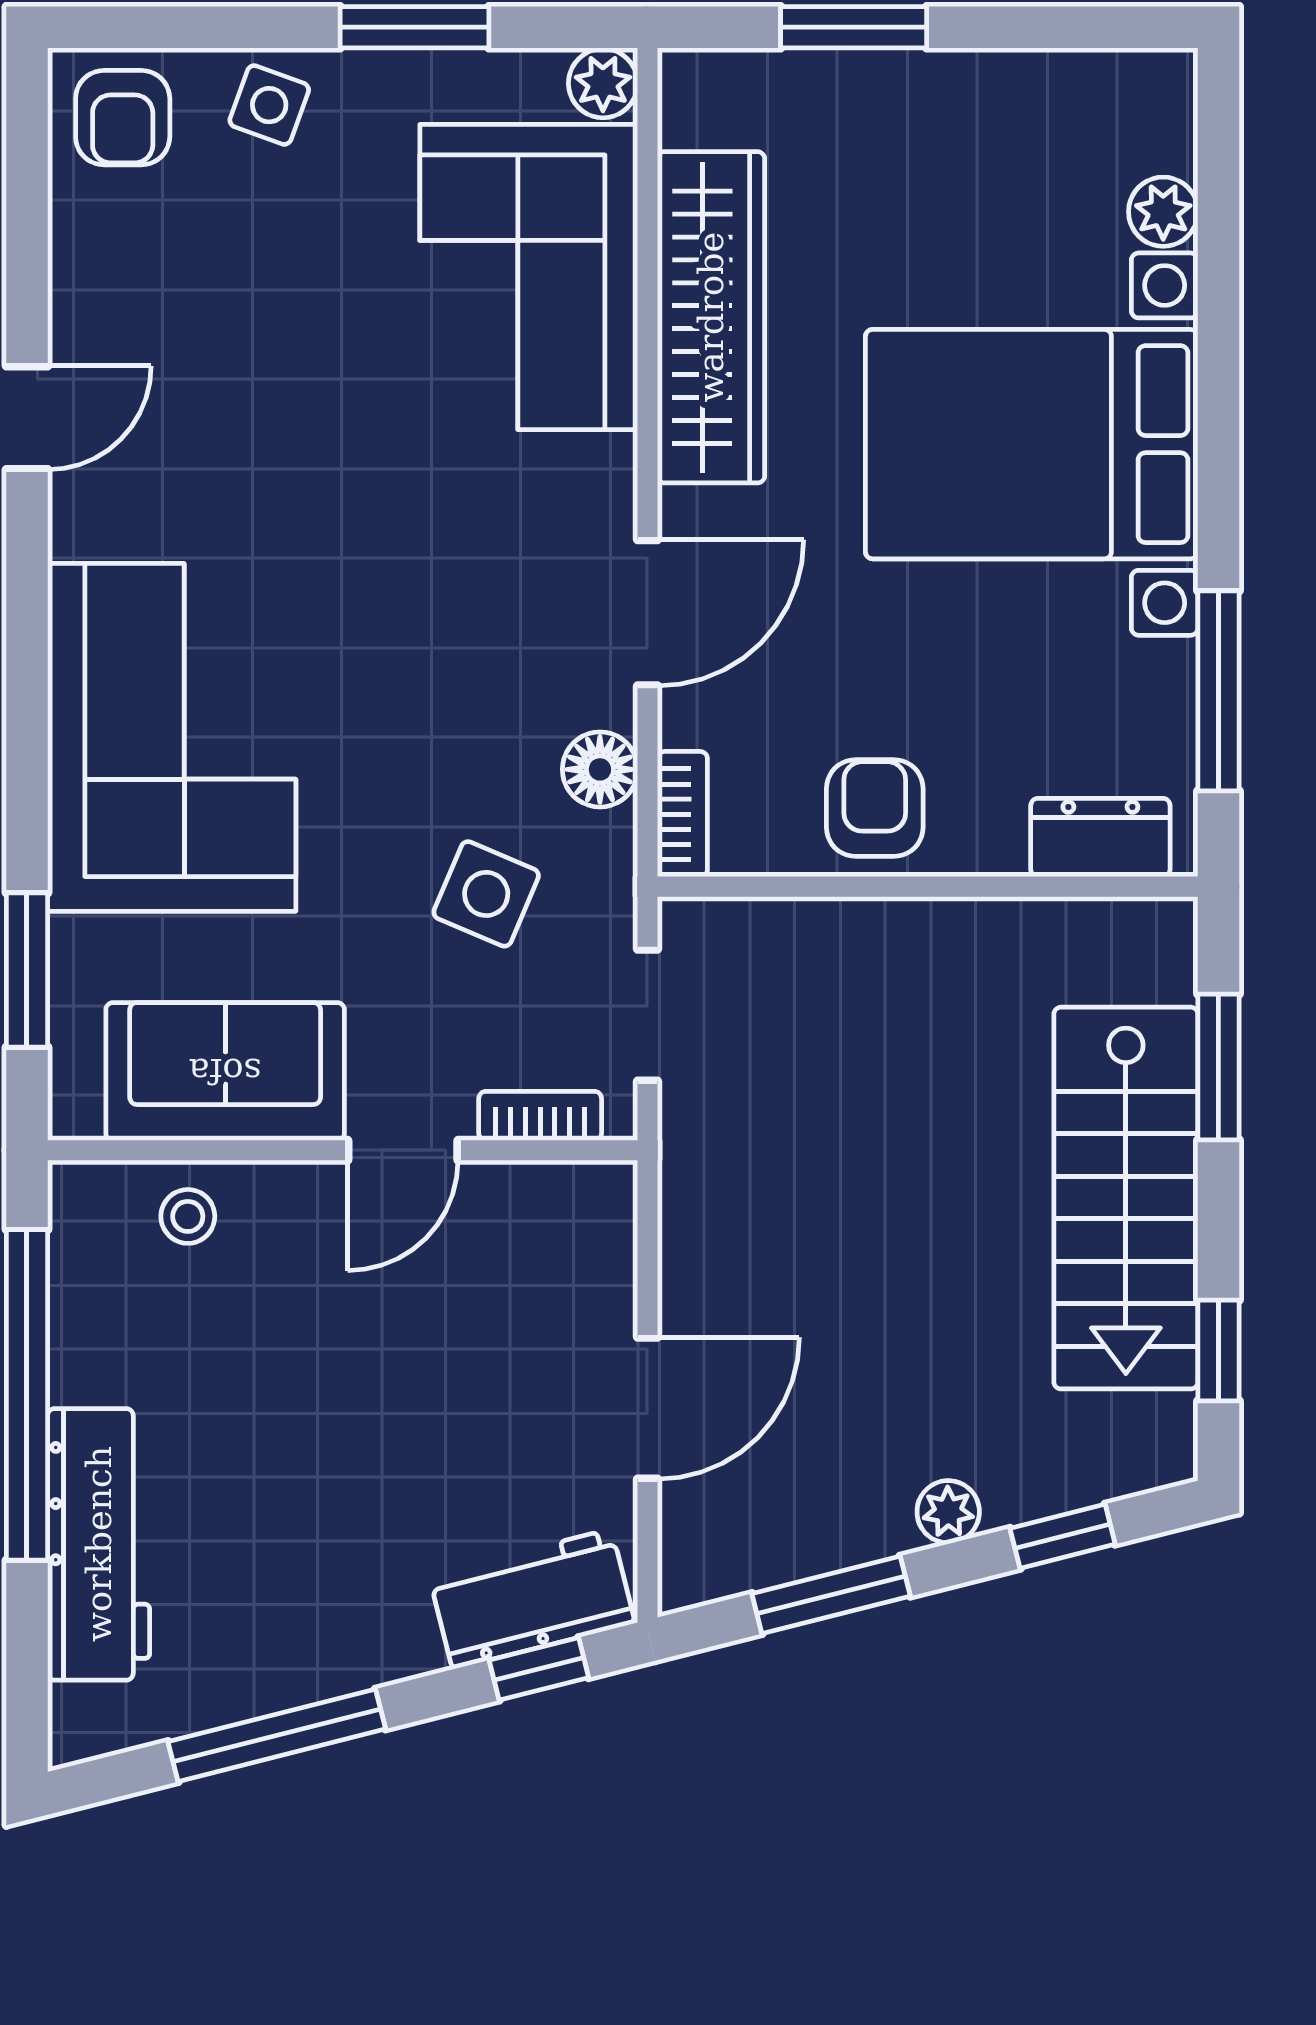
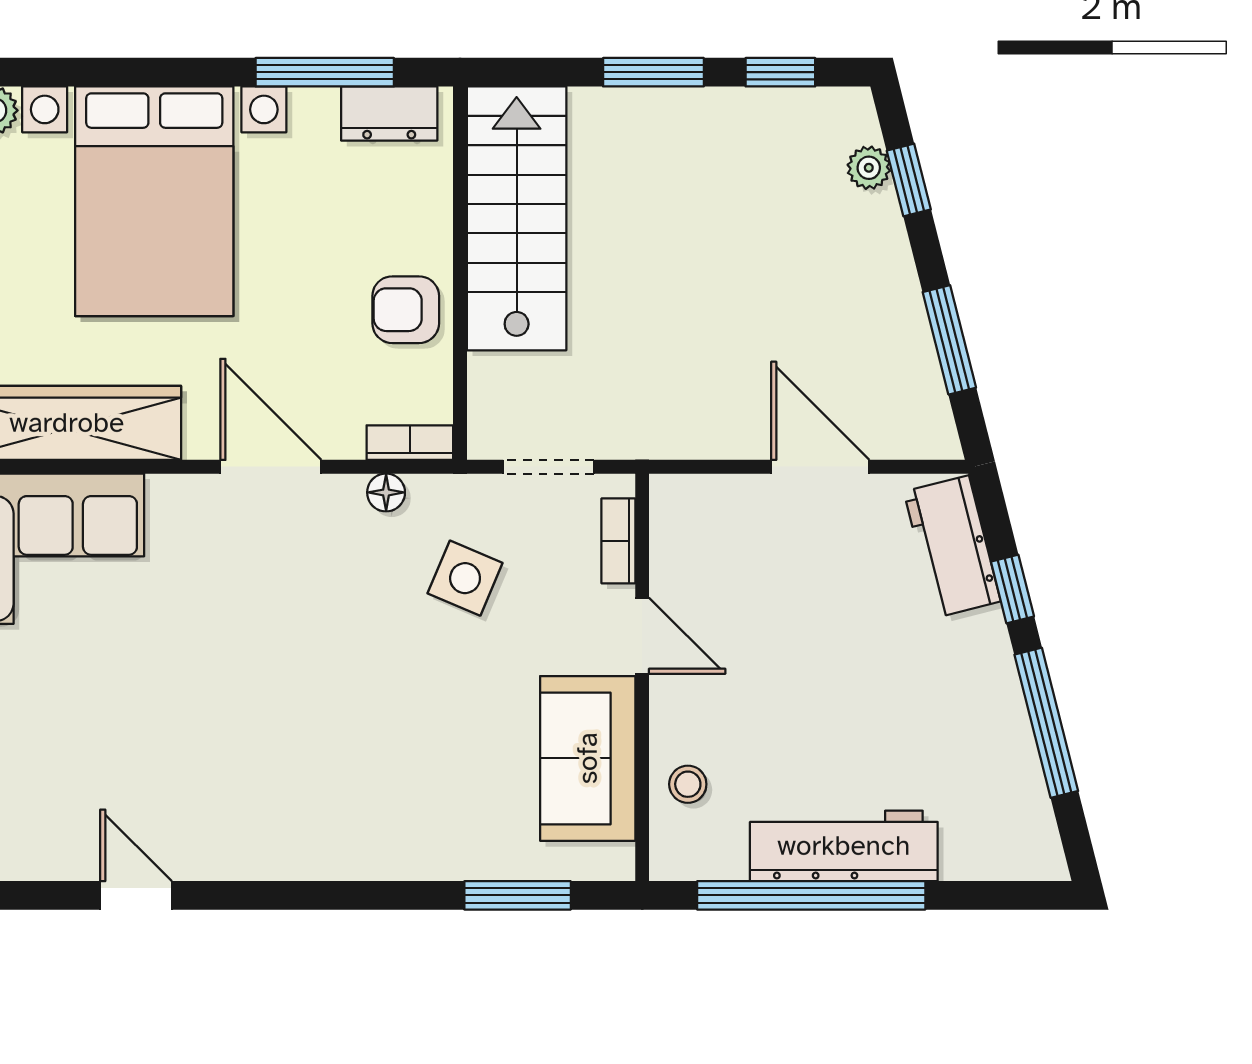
corner sofa: (172, 737) -> (357, 795), removed
floor lamp: (600, 769) -> (386, 492), width x0.73, depth x0.73
dresser: (1100, 838) -> (389, 114), moved, turned -90
window: (1218, 1067) -> (653, 72), moved
stairs: (1126, 1198) -> (517, 218), moved, turned -90
plant: (948, 1512) -> (869, 168), moved
workbench: (99, 1544) -> (844, 846), moved
window: (539, 1669) -> (1012, 589), moved

